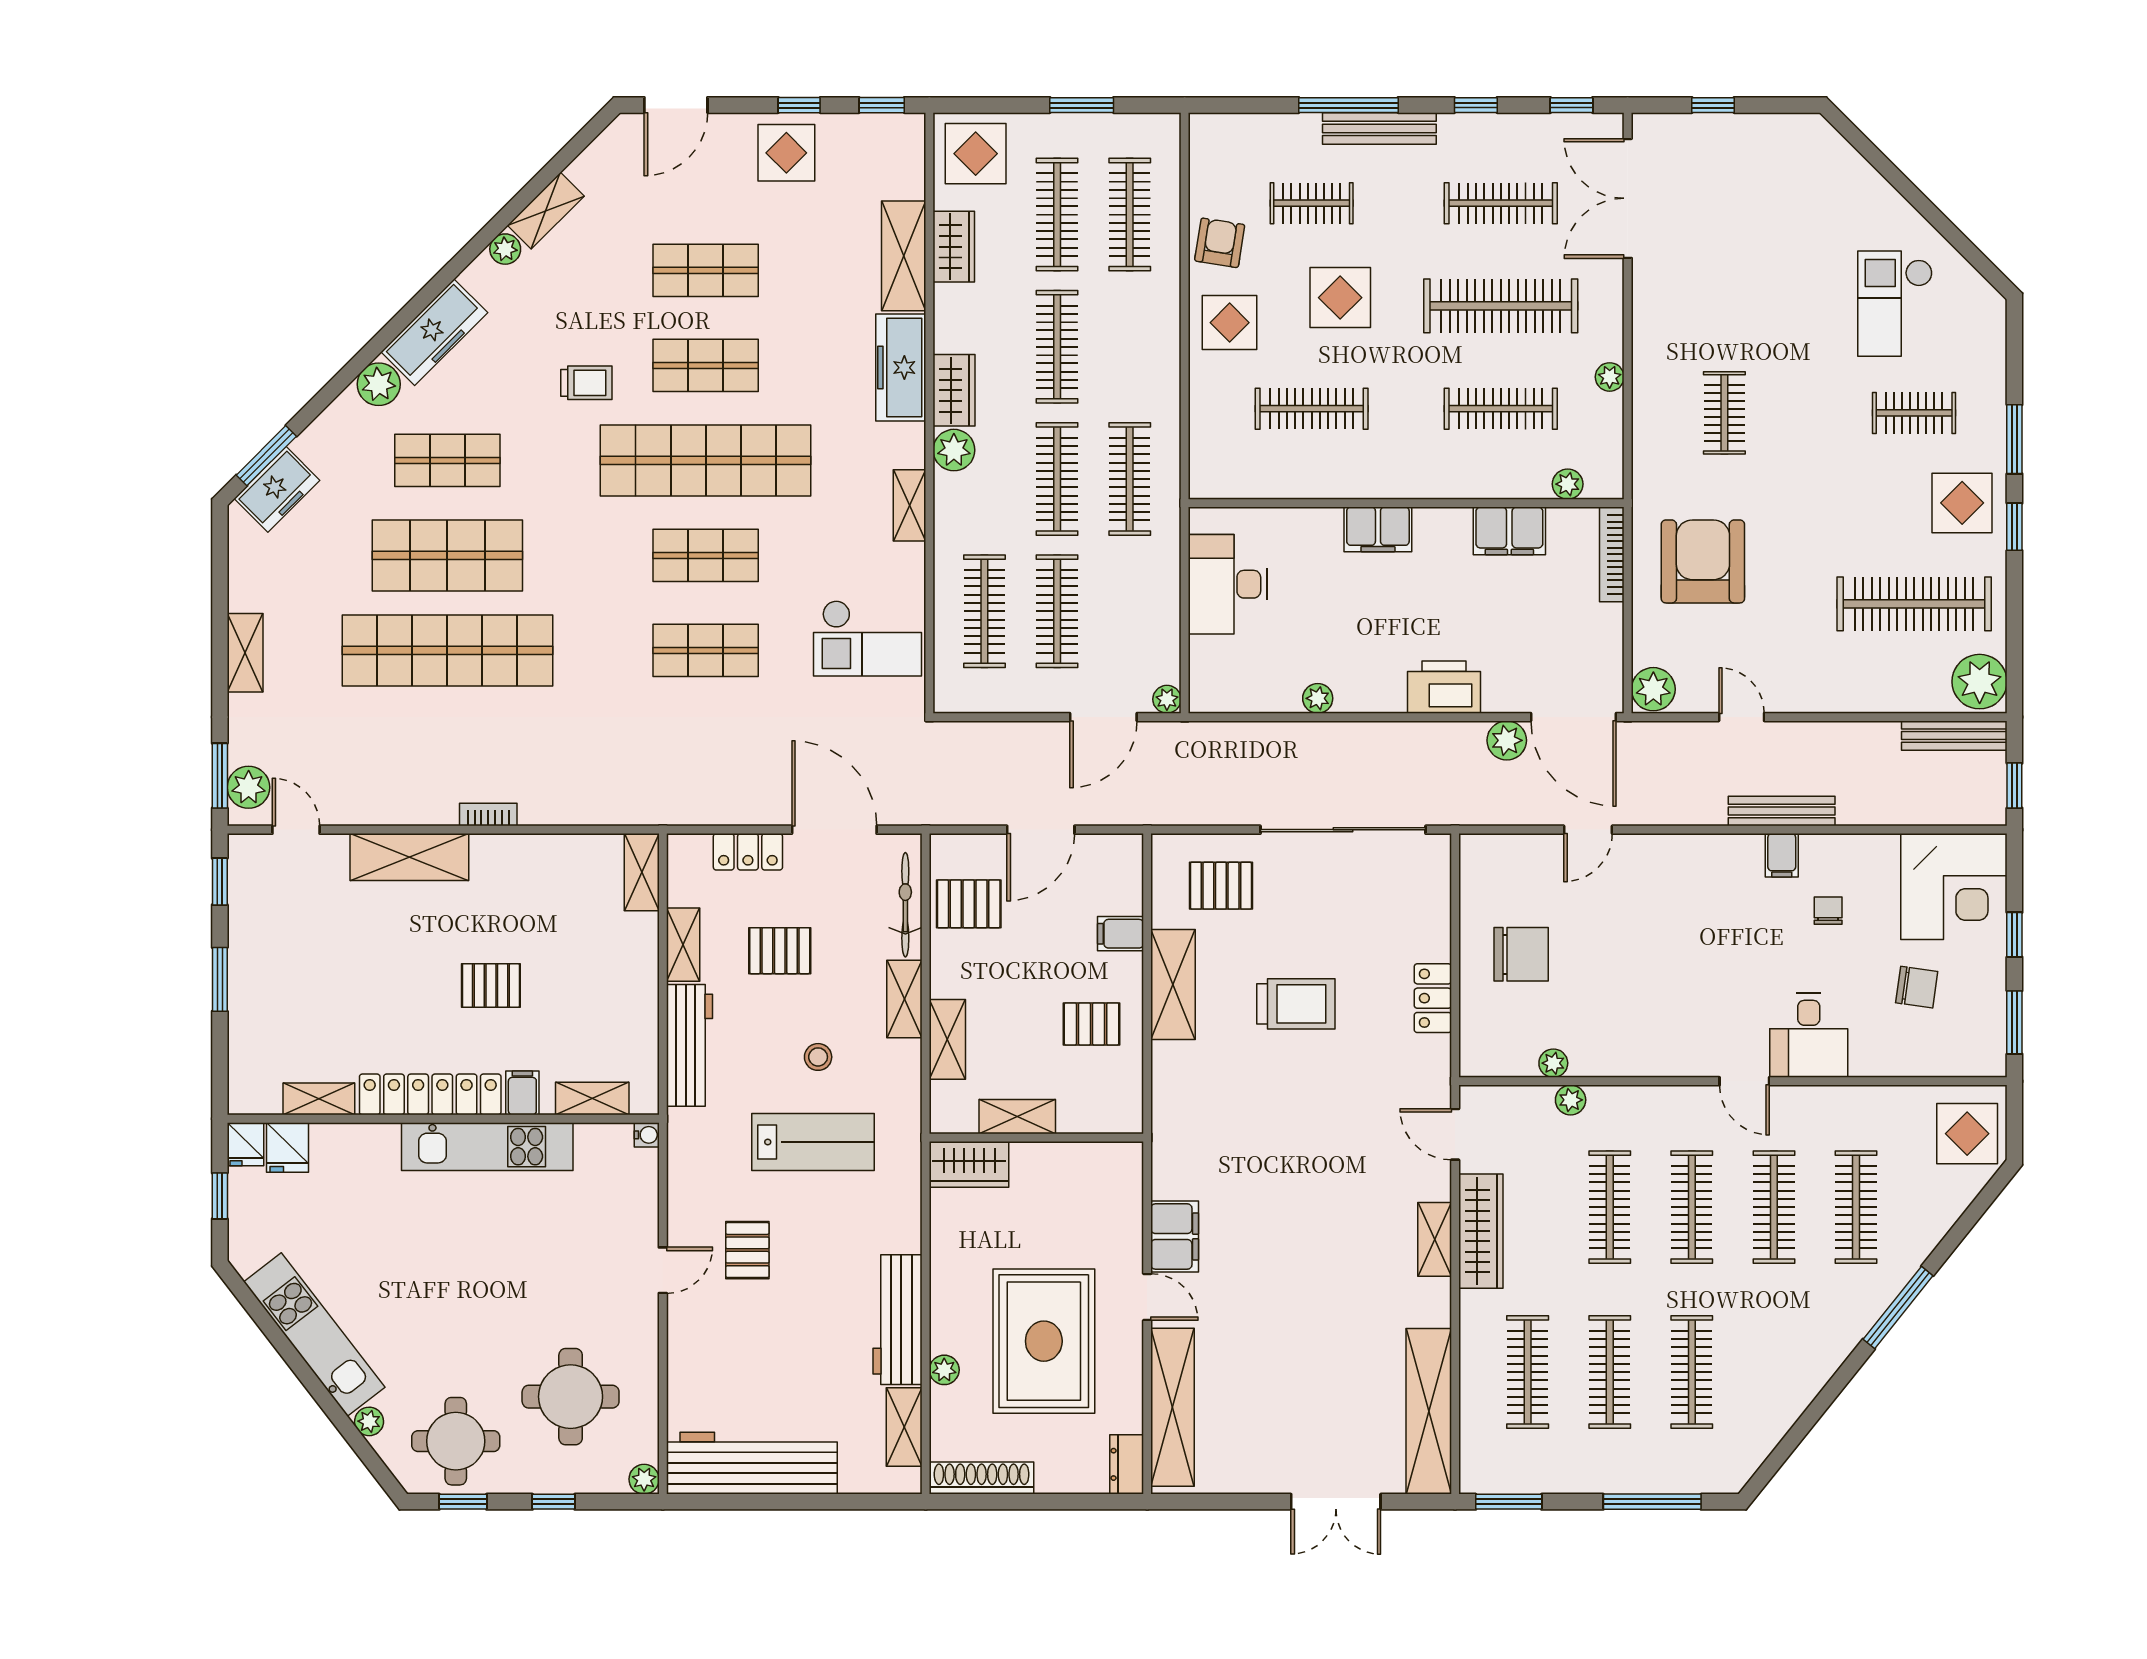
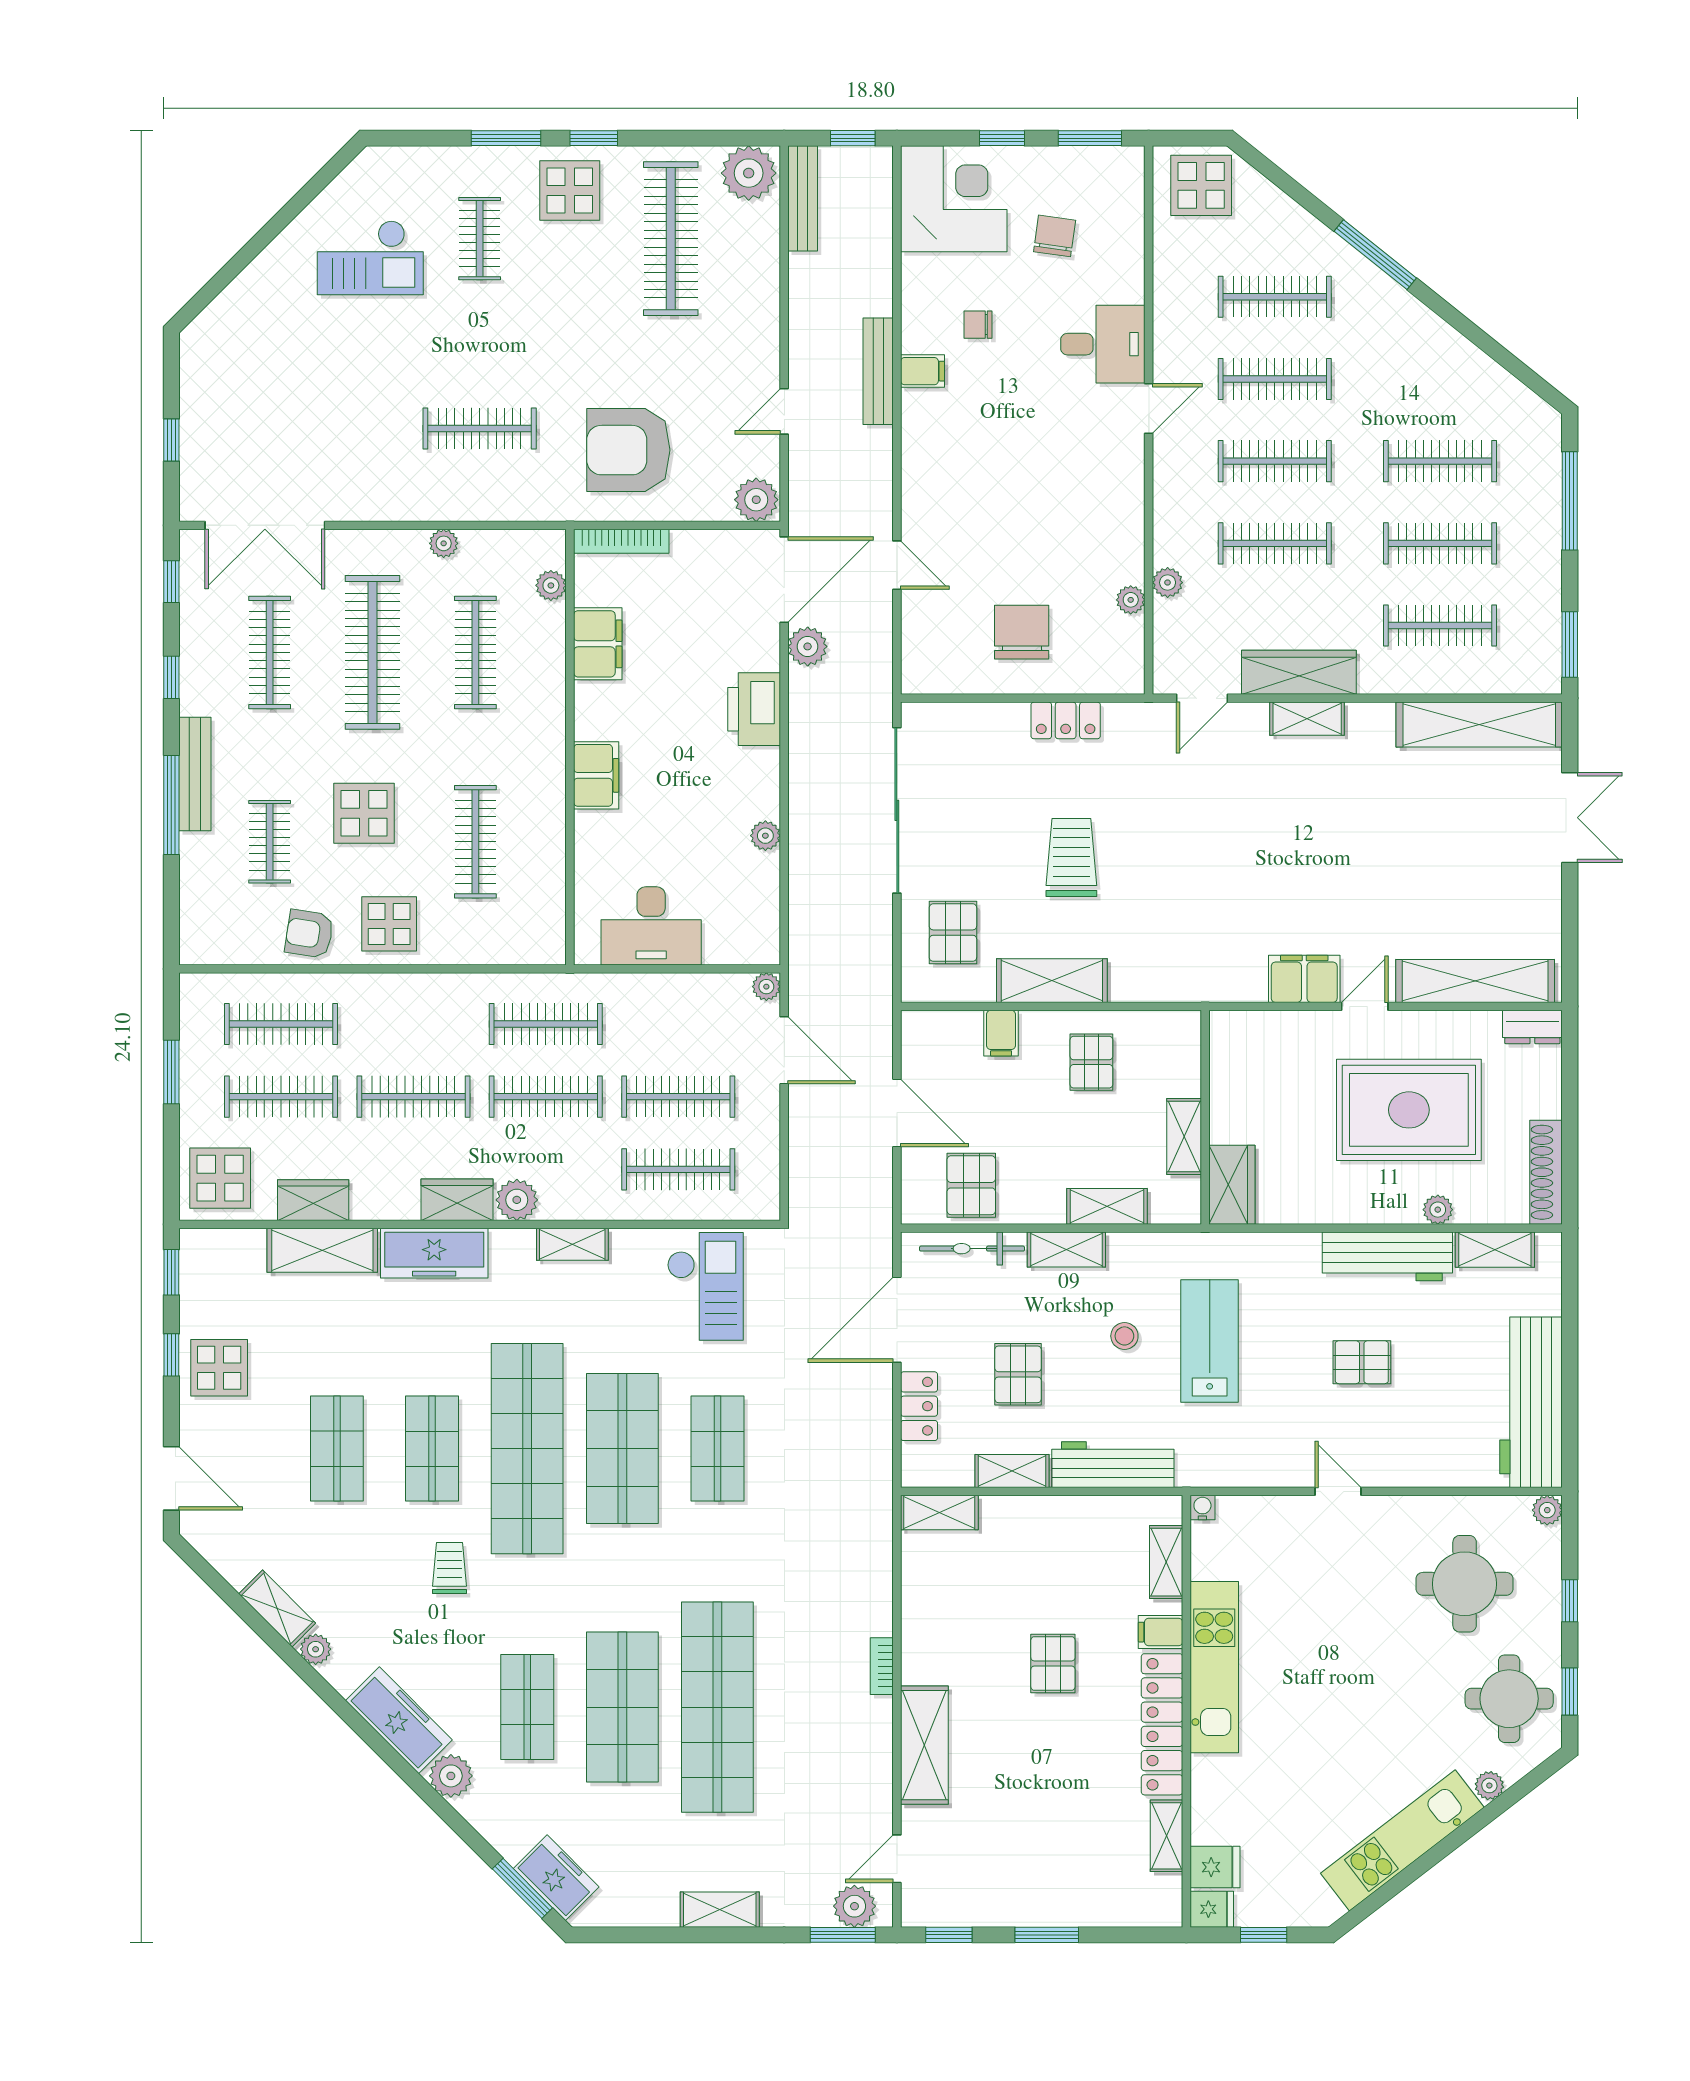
clothes rail: (1724, 413) -> (480, 429), width x1.36
shop shelf: (706, 555) -> (622, 1449), width x1.43, depth x1.36
pallet: (747, 1250) -> (1362, 1362), moved

